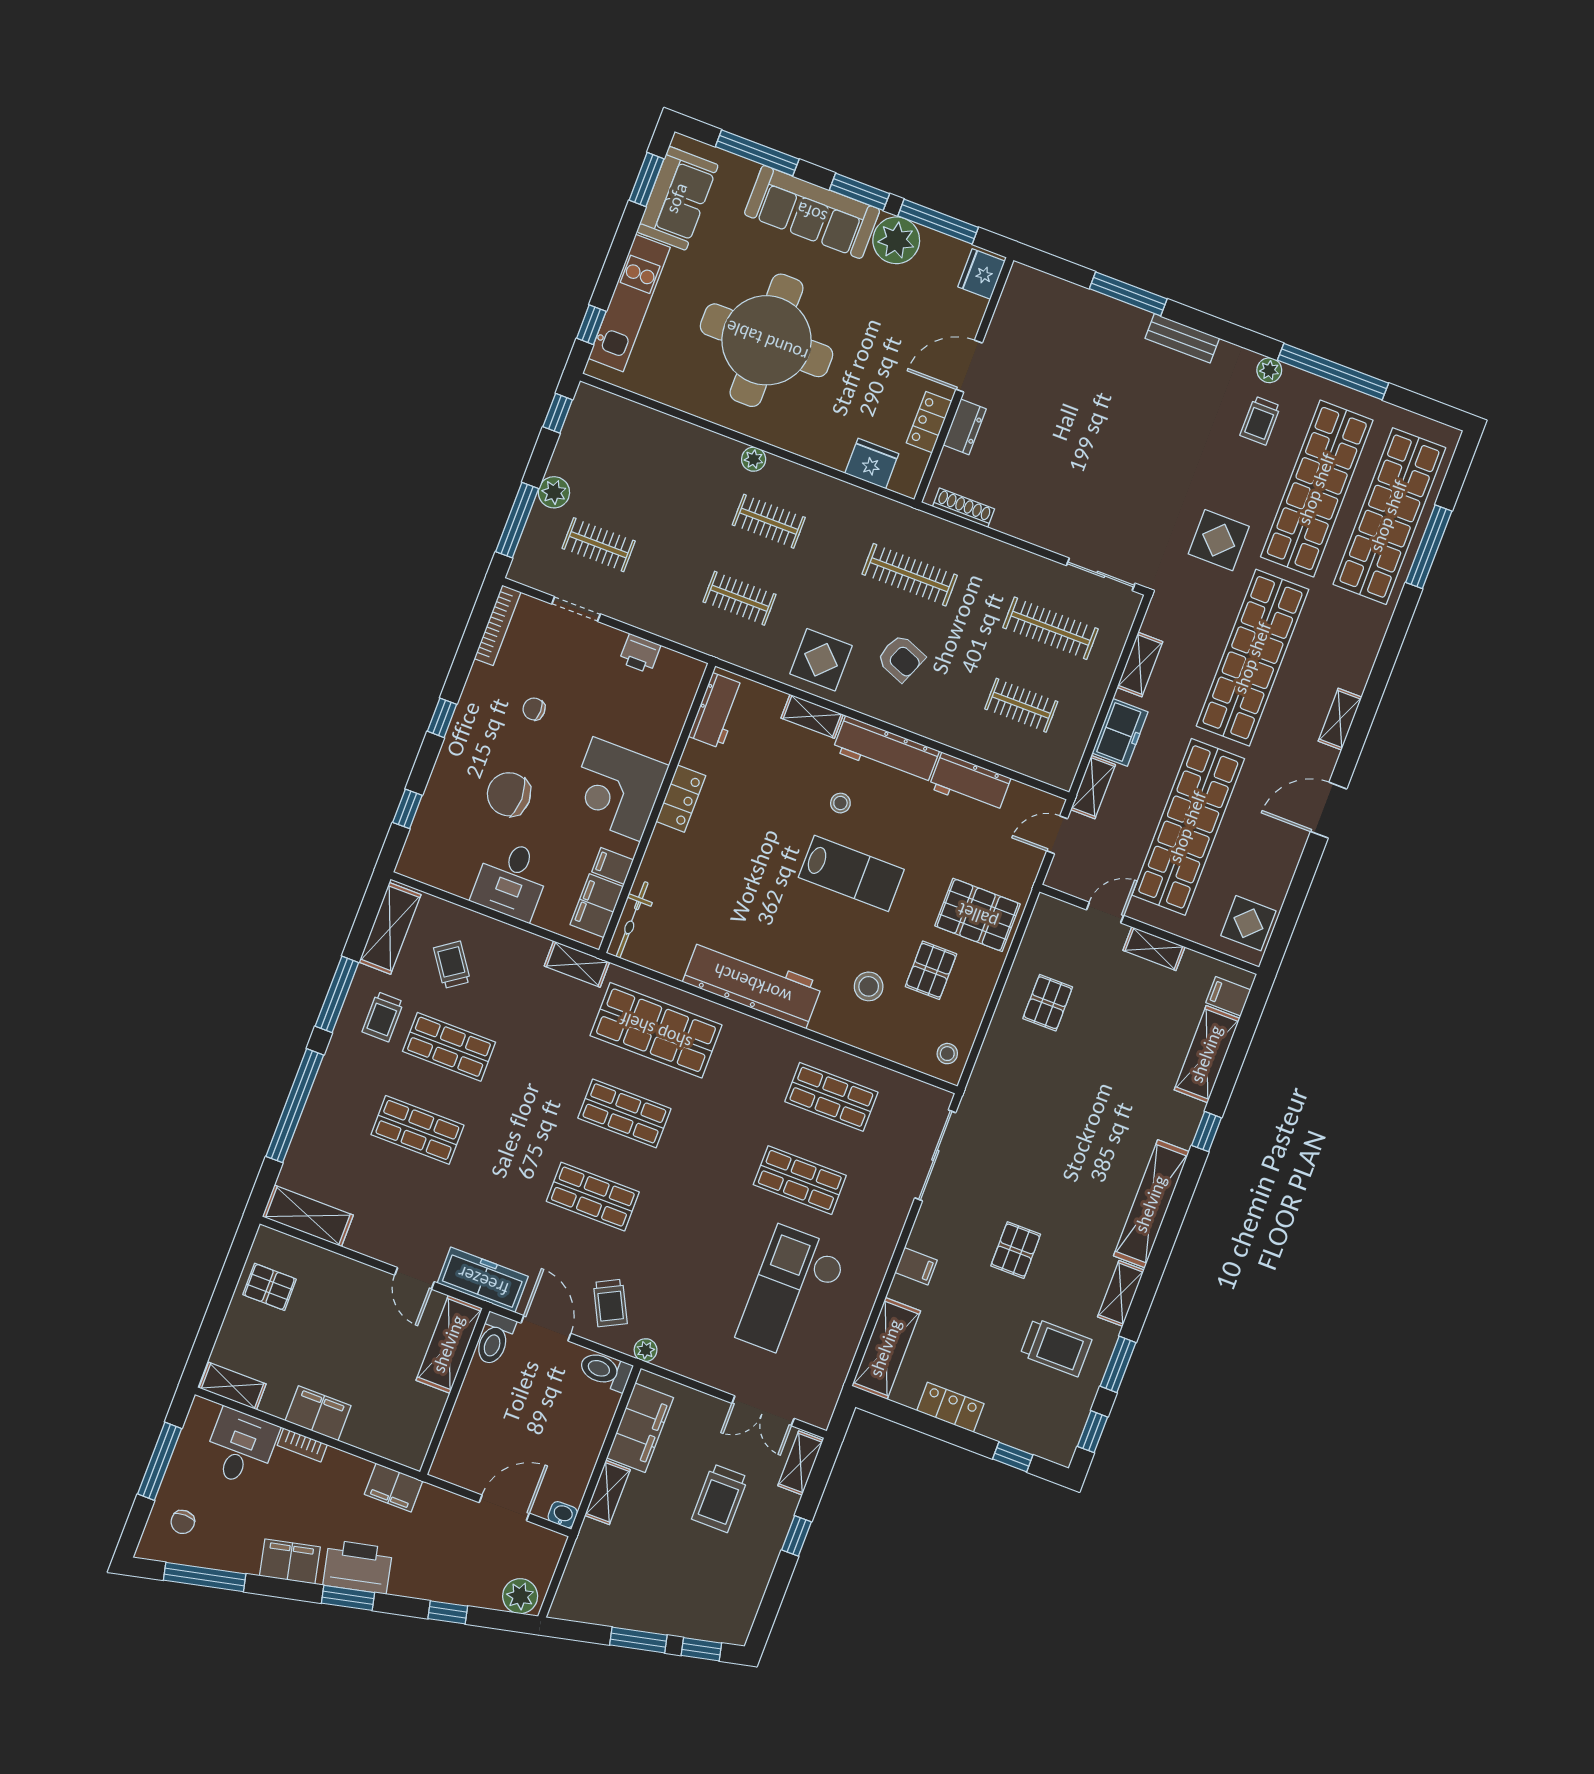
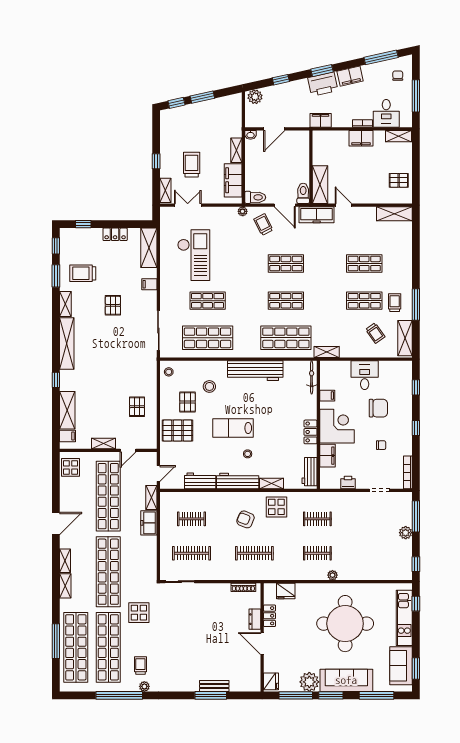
bench: (1182, 338) -> (214, 686), moved
door: (969, 366) -> (262, 644), swing flipped
clothes rail: (599, 545) -> (380, 519), removed
shelving: (1140, 665) -> (65, 586), moved
filing cabinet: (597, 906) -> (328, 456), moved
shop shelf: (831, 1097) -> (208, 338), width x1.43, depth x1.36
window: (295, 1106) -> (416, 255), removed

